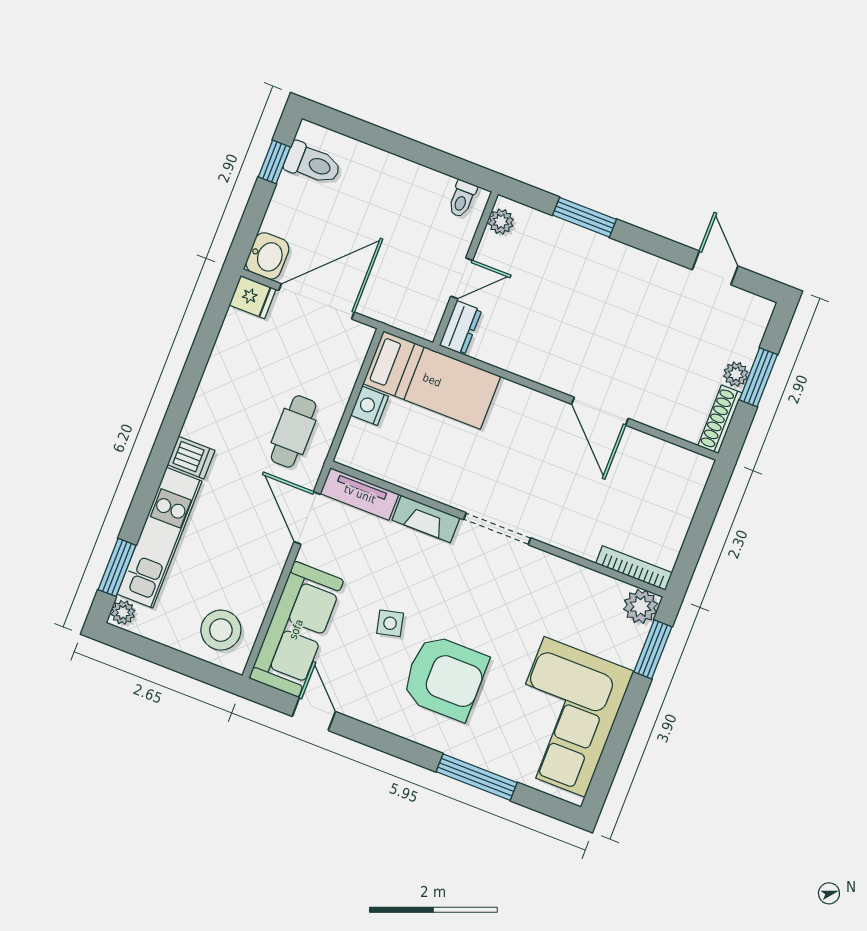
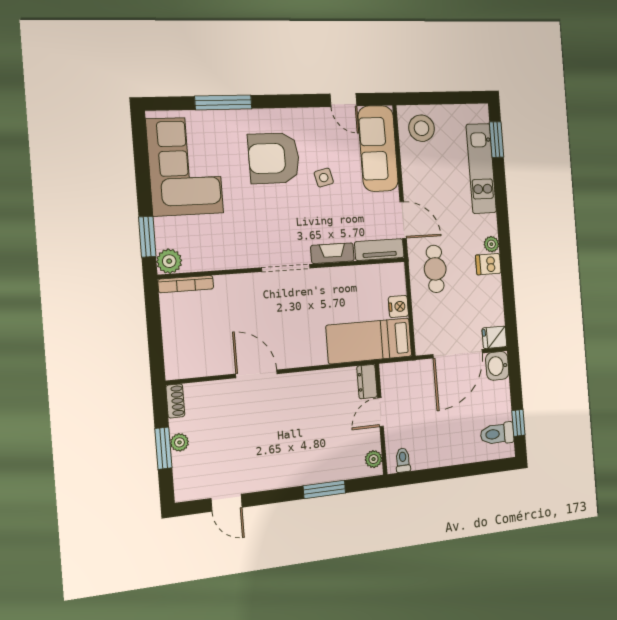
shoe rack: (720, 419) -> (175, 401), width x0.70
dishwasher: (191, 458) -> (488, 264), moved
plant: (123, 612) -> (491, 244), moved

